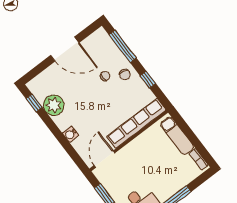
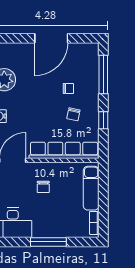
door: (65, 49) -> (51, 38), hinge flipped
chair: (125, 75) -> (73, 114), moved
chair: (142, 161) -> (43, 187), added

